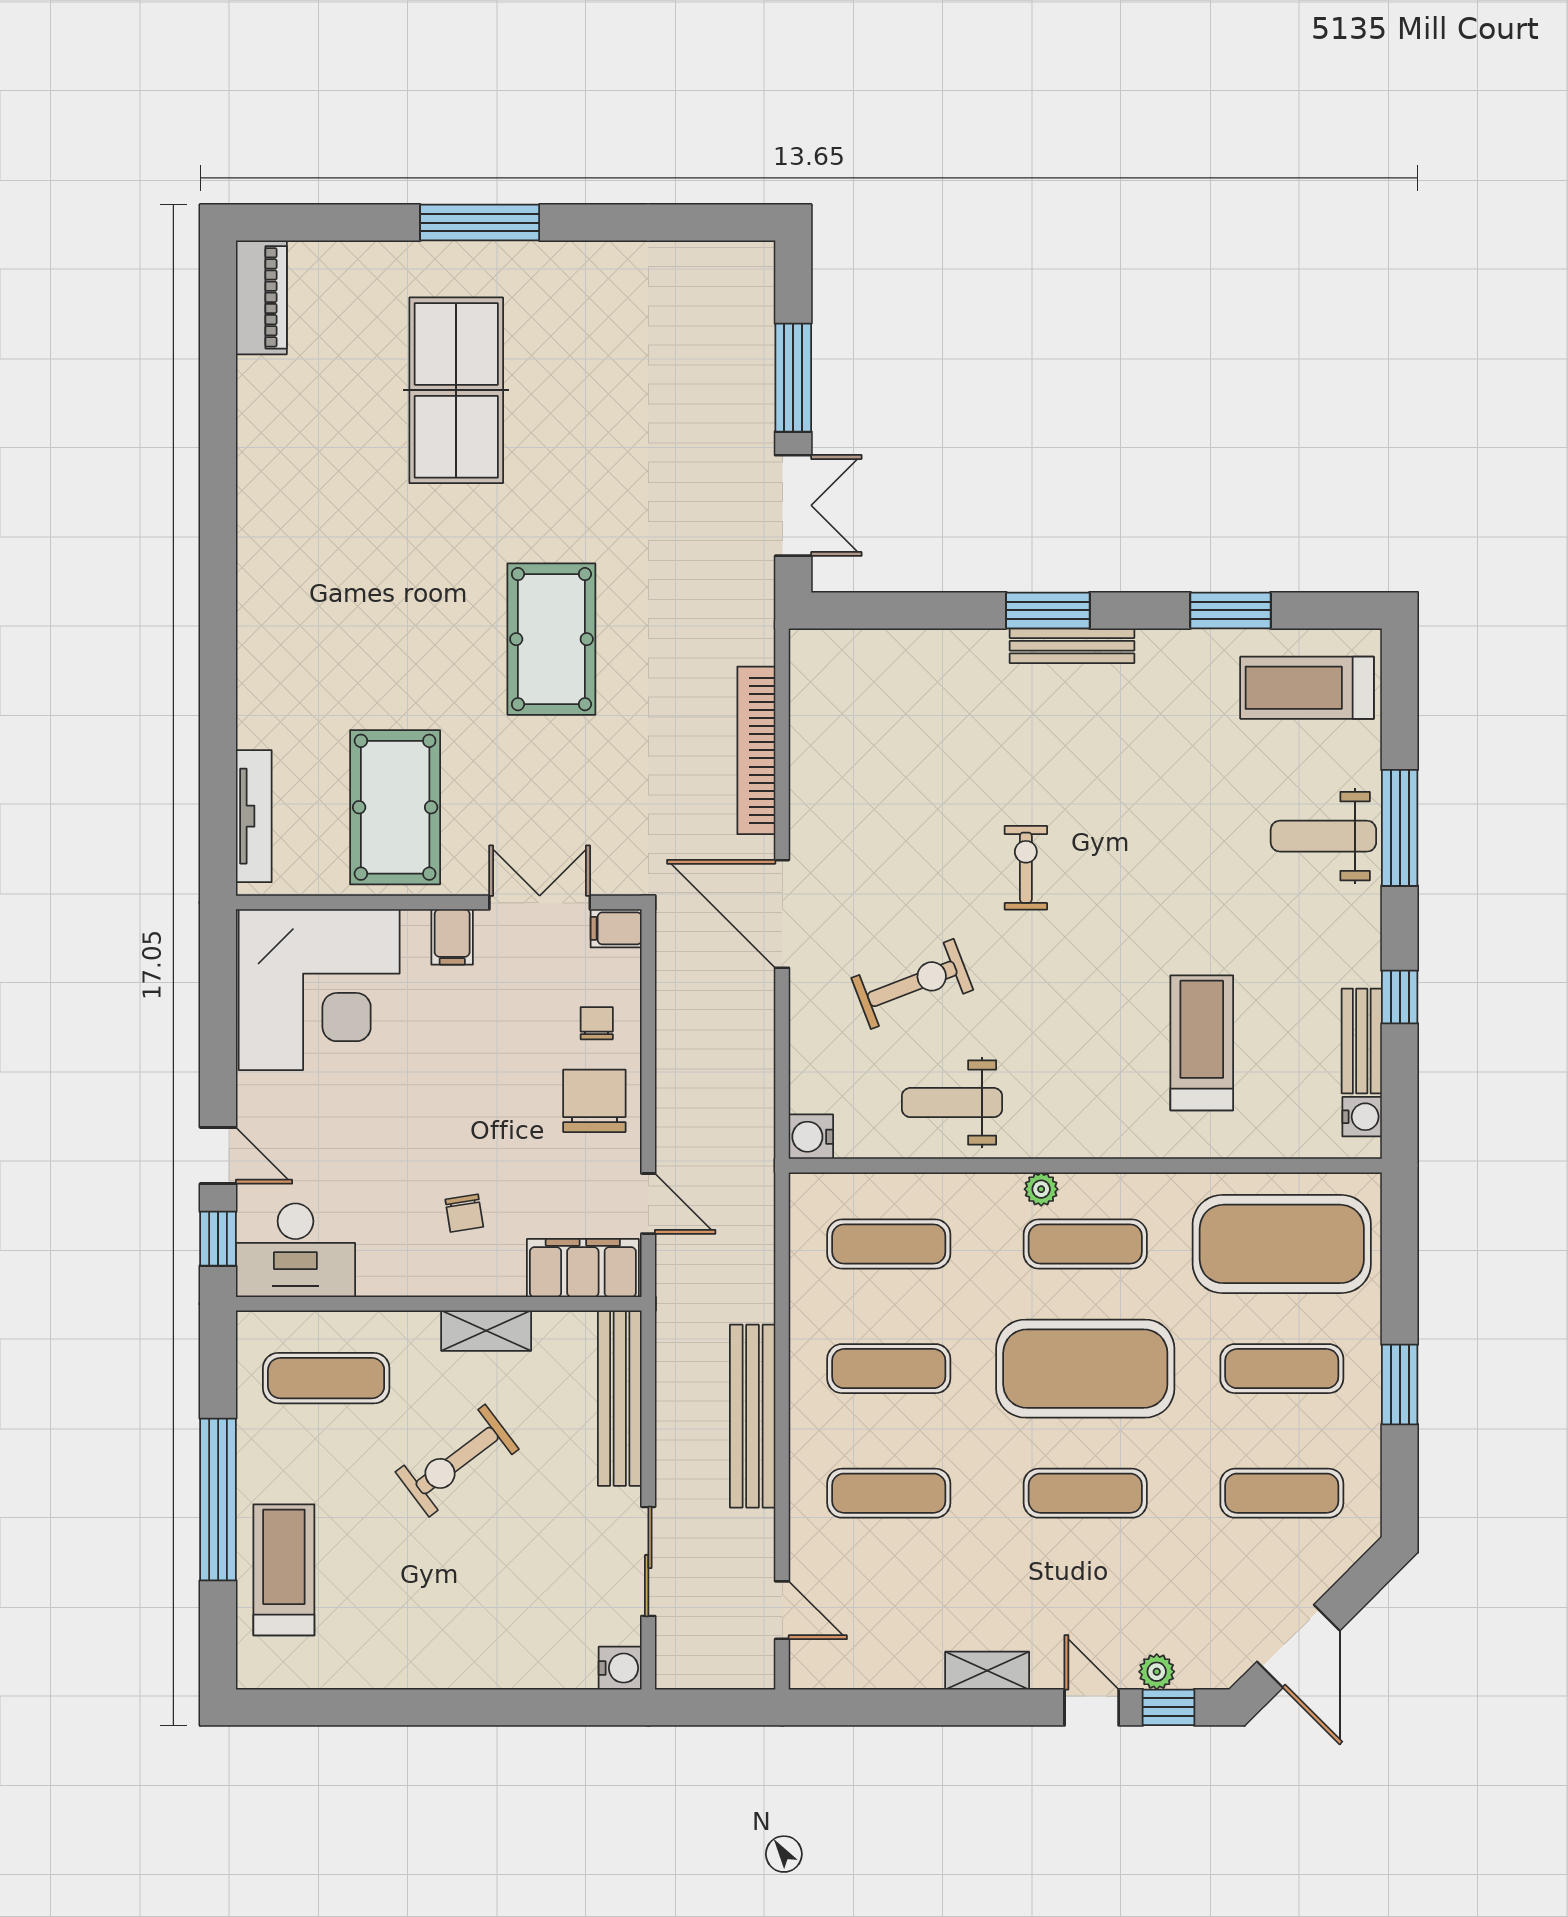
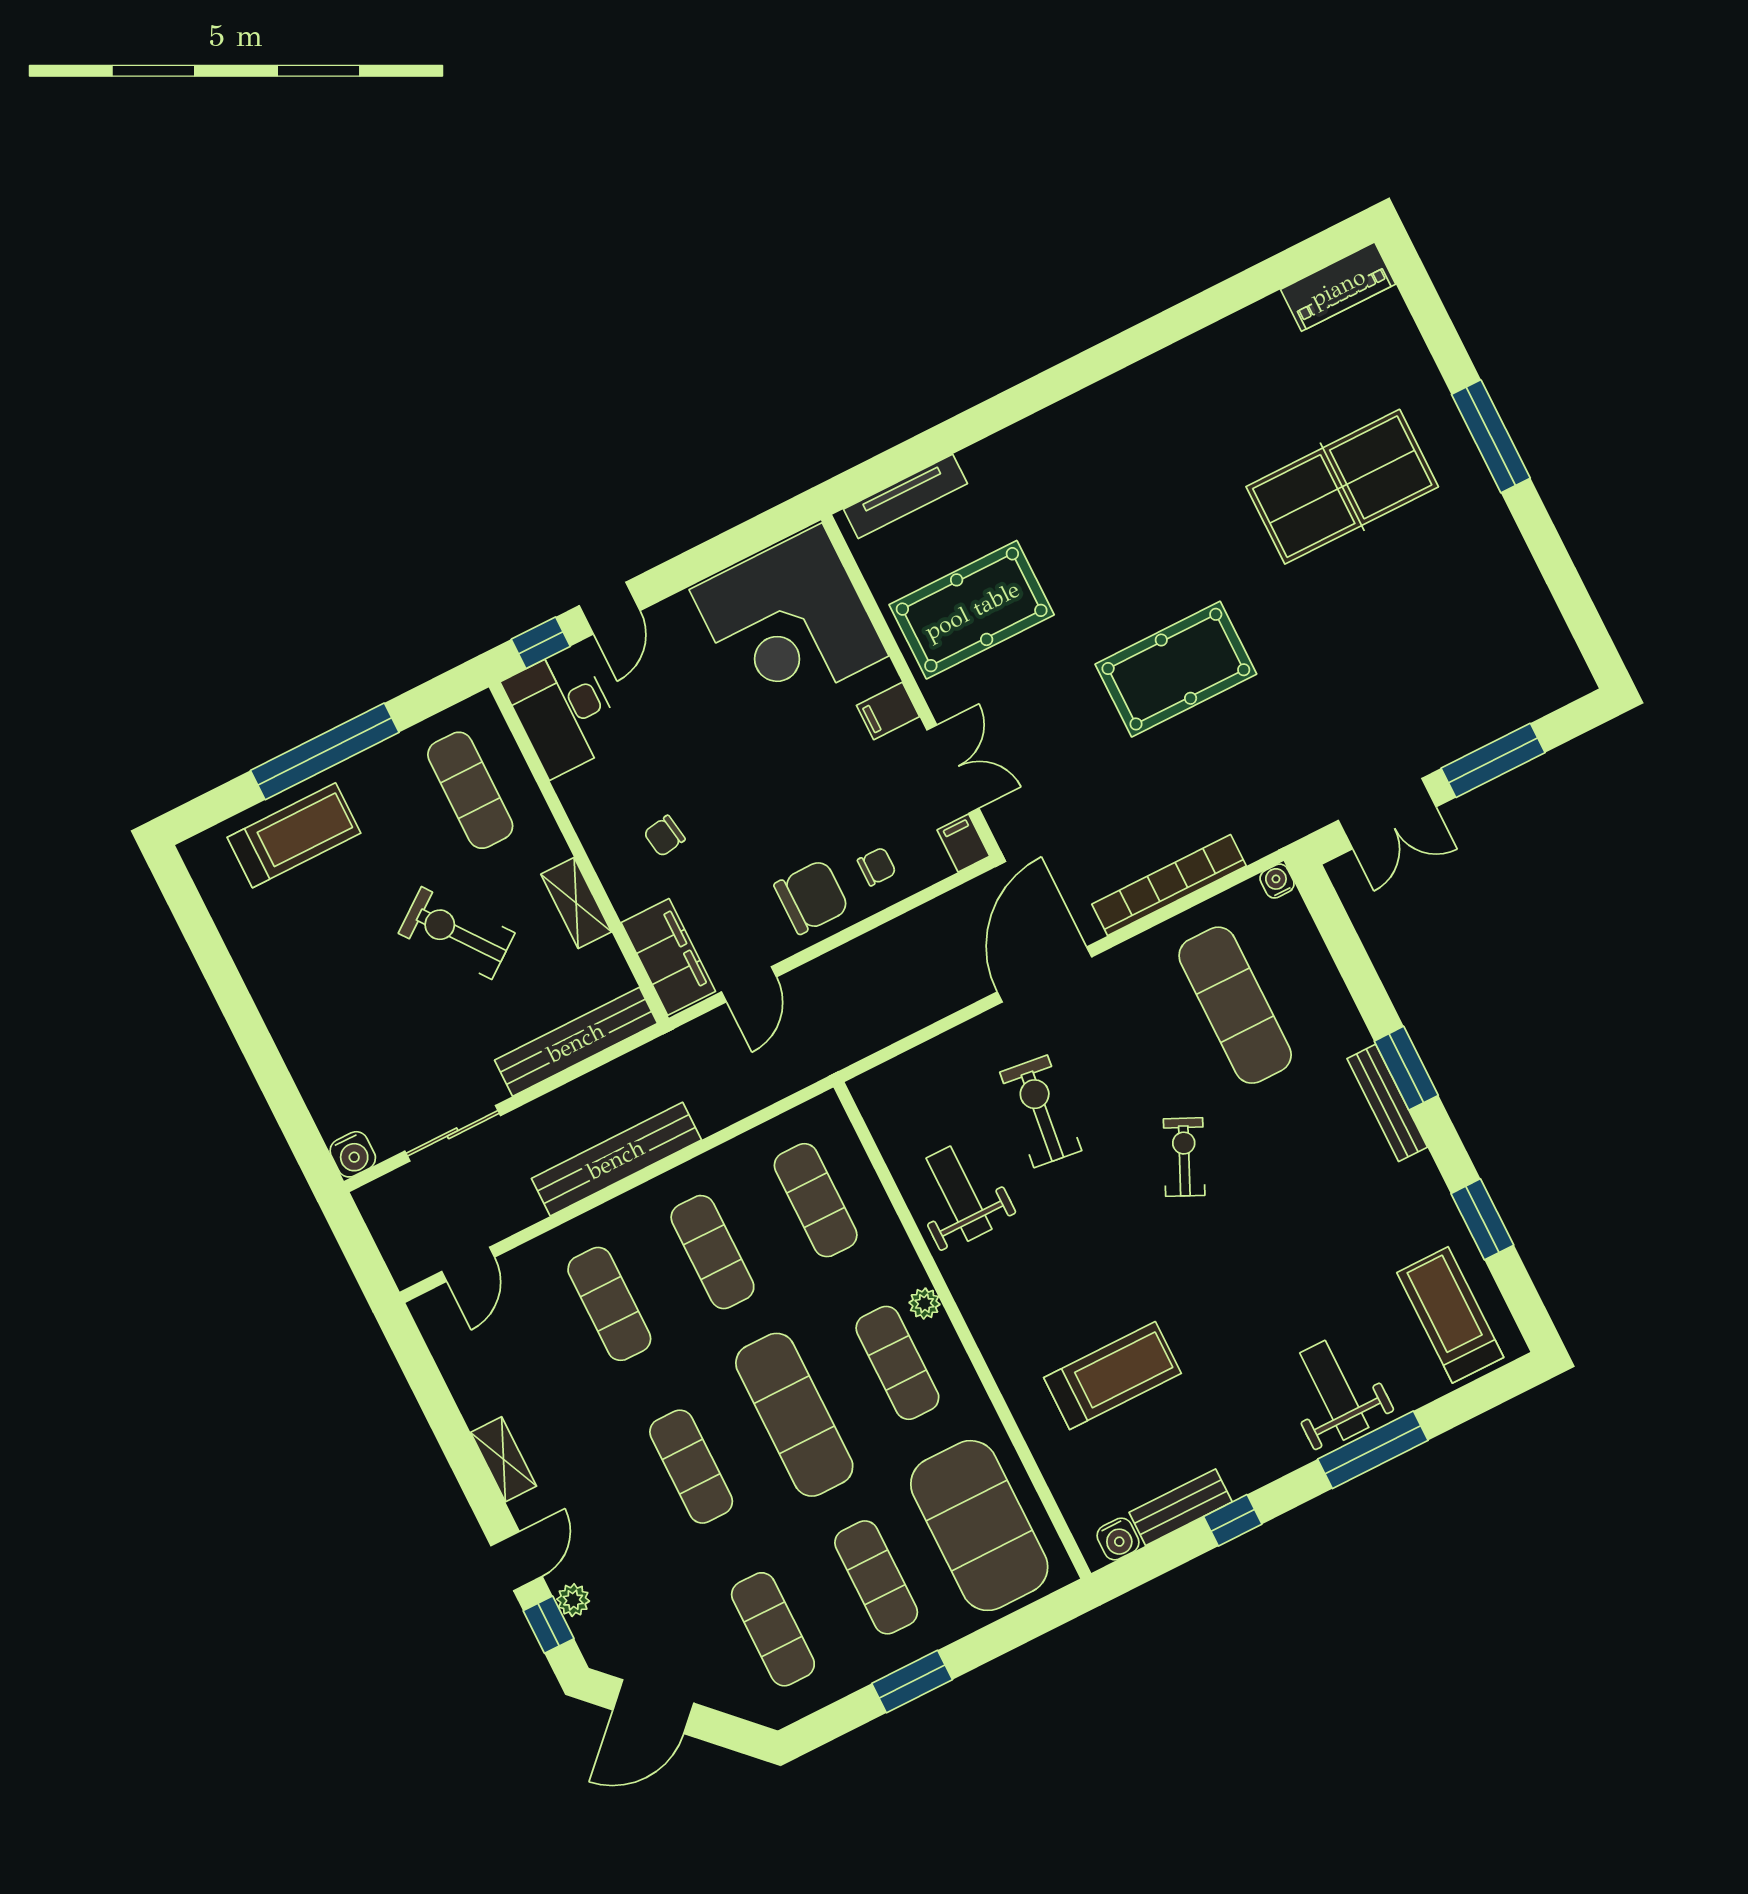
exercise mat: (904, 745) -> (1235, 1005), added
exercise bike: (1026, 868) -> (1184, 1157), turned -65
exercise bike: (912, 984) -> (1041, 1111), turned -152
water cooler: (811, 1137) -> (1277, 881), moved, width x0.72, depth x0.72
exercise mat: (1085, 1369) -> (794, 1415), width x0.68

